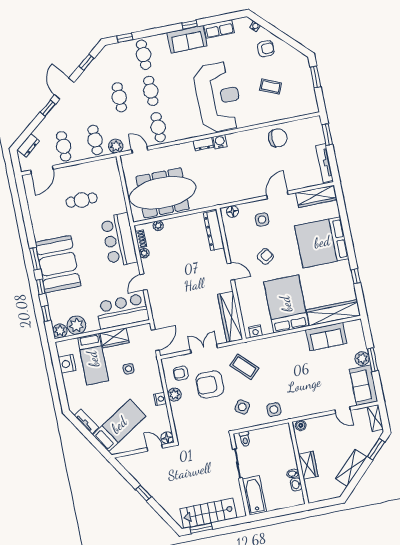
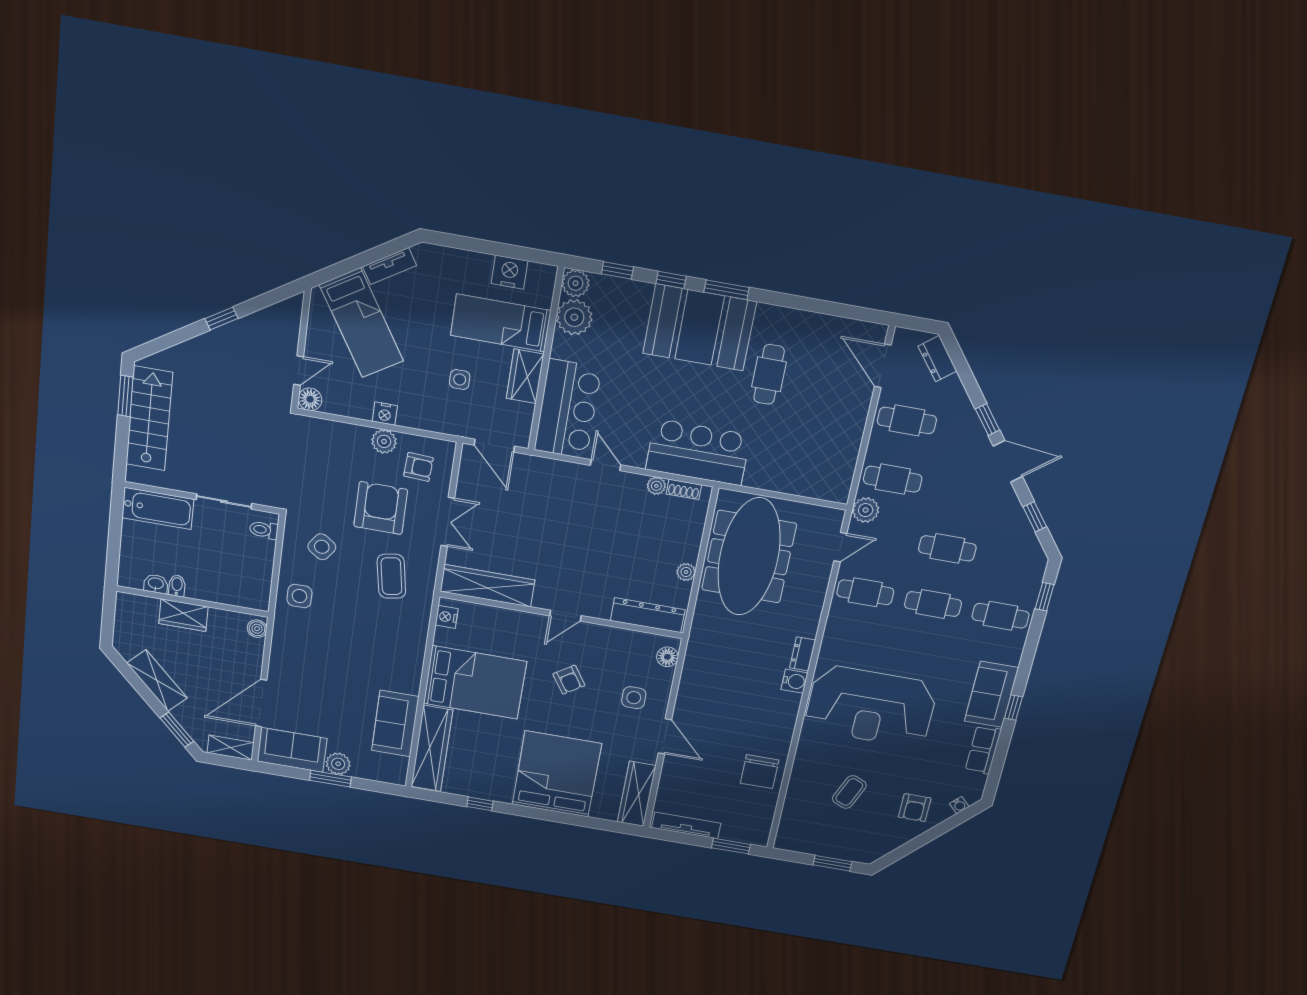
cafe table: (82, 200) -> (769, 374), moved
plant: (158, 226) -> (686, 572), moved
coffee table: (244, 367) -> (391, 576), turned -55
armchair: (181, 373) -> (418, 467), turned 93
door: (343, 410) -> (261, 703), width x1.87

